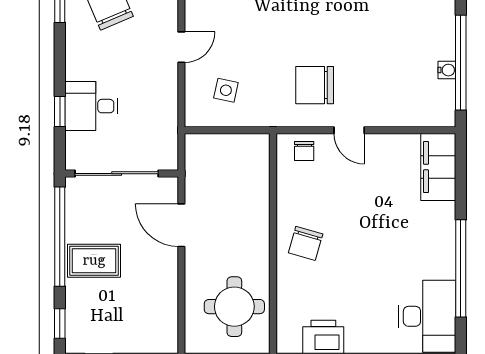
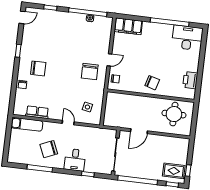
desk: (91, 106) -> (75, 160), moved
rug: (94, 261) -> (174, 171), moved, turned 90

